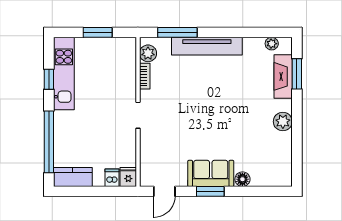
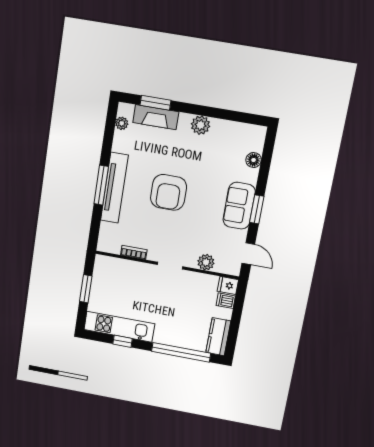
window: (177, 32) -> (101, 185), moved
plant: (148, 53) -> (206, 262), moved
armchair: (212, 101) -> (169, 192), added
floor lamp: (242, 179) -> (254, 160), moved

